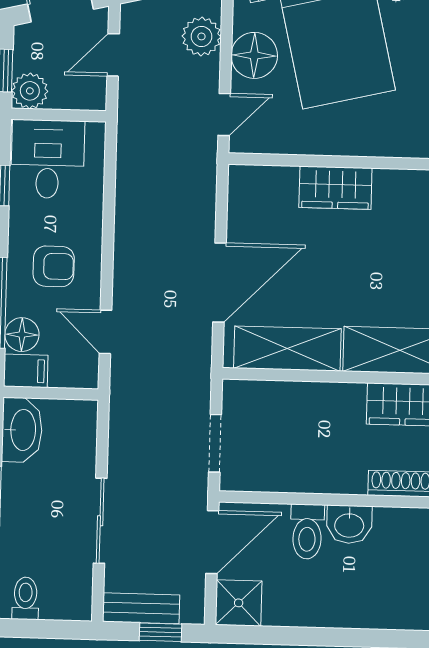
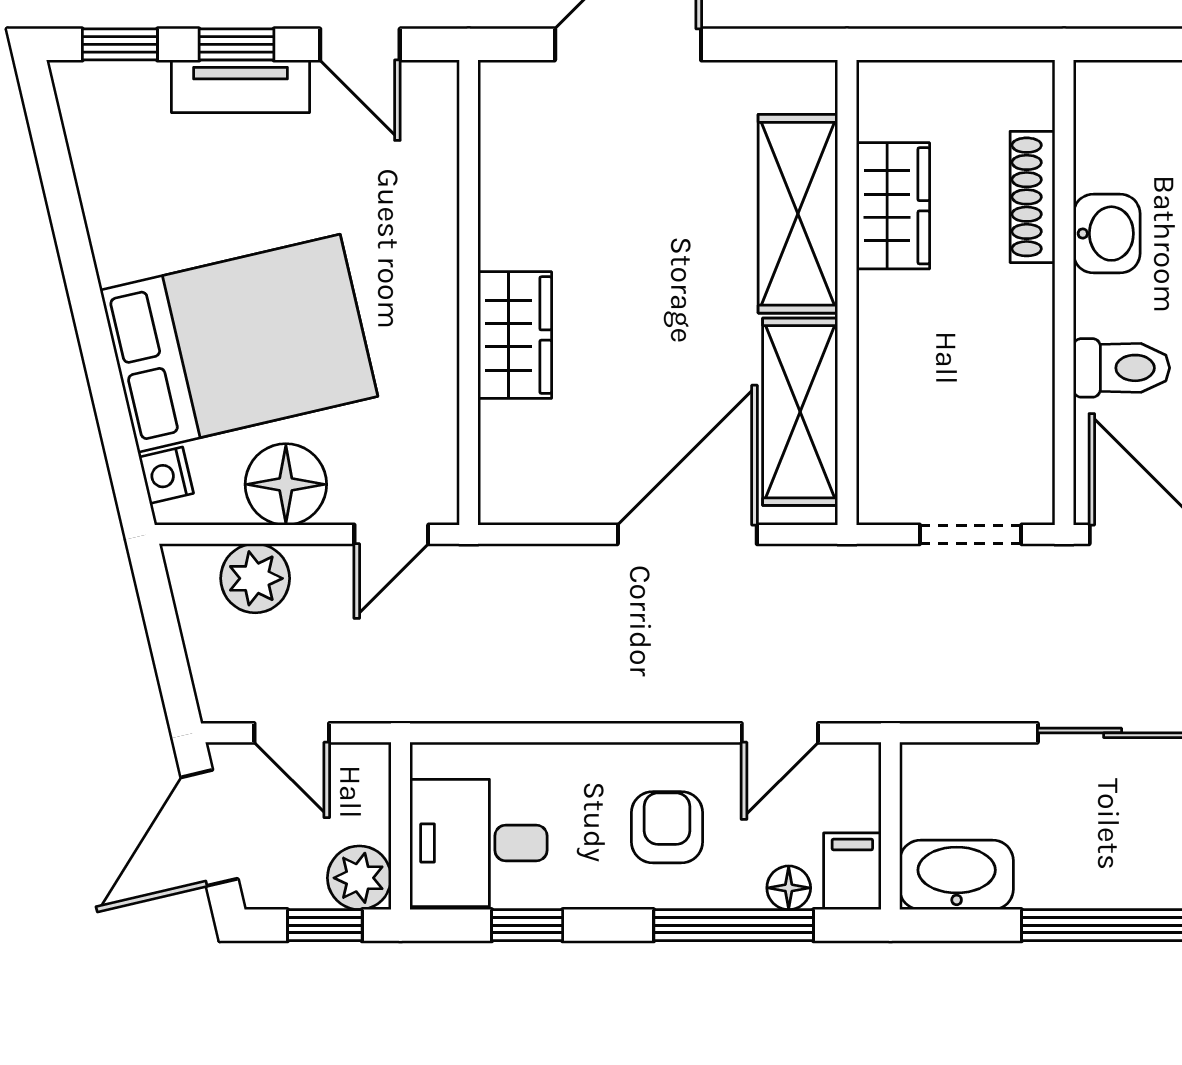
door: (224, 115) -> (391, 534), swing flipped
door: (220, 283) -> (687, 534), hinge flipped
floor lamp: (22, 335) -> (789, 888), width x0.73, depth x0.73
washbasin: (349, 524) -> (1107, 234), moved

